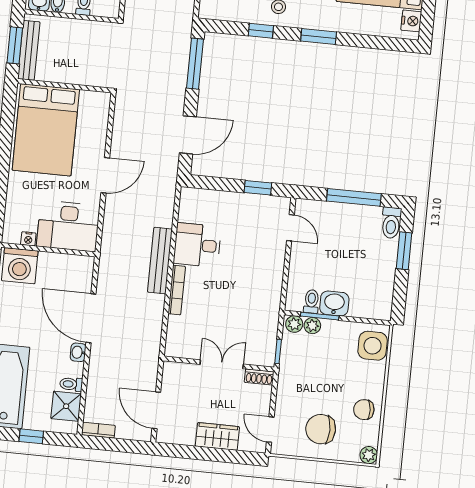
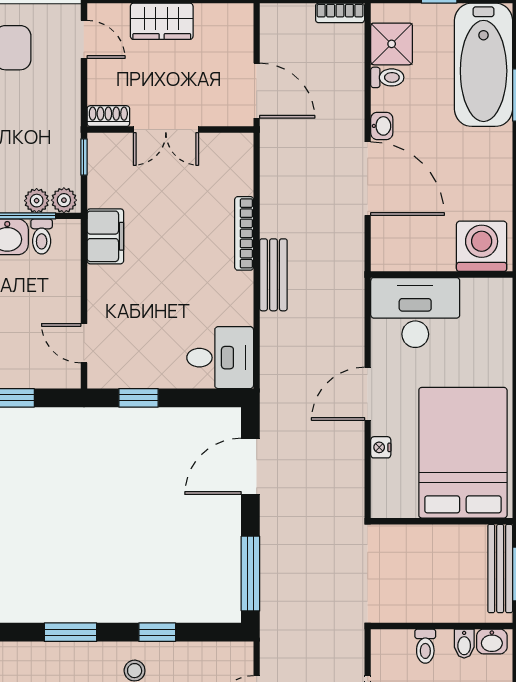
nightstand: (28, 239) -> (381, 447), moved, turned -90
desk: (197, 245) -> (220, 358), moved
bench: (160, 261) -> (273, 275), width x0.73
filing cabinet: (269, 297) -> (105, 236), added
door: (156, 410) -> (257, 91), moved

